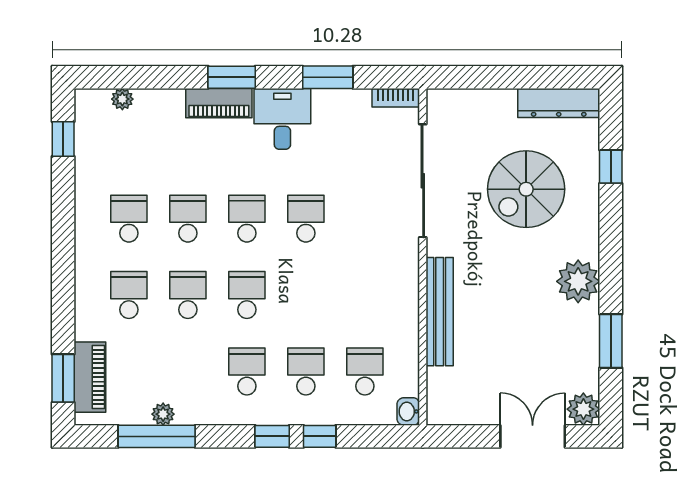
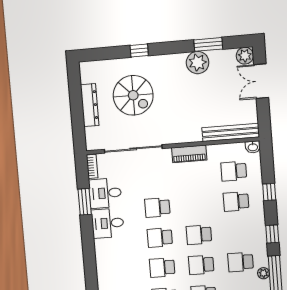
window: (232, 77) -> (89, 250), removed
piano: (219, 103) -> (189, 154), moved, turned 90
dresser: (559, 103) -> (90, 105), moved
desk: (341, 119) -> (105, 193), added
window: (611, 167) -> (139, 50), moved
plant: (578, 281) -> (198, 63), moved
bench: (440, 312) -> (231, 132), moved
school desk: (247, 371) -> (241, 262), moved
window: (272, 436) -> (272, 234), moved

